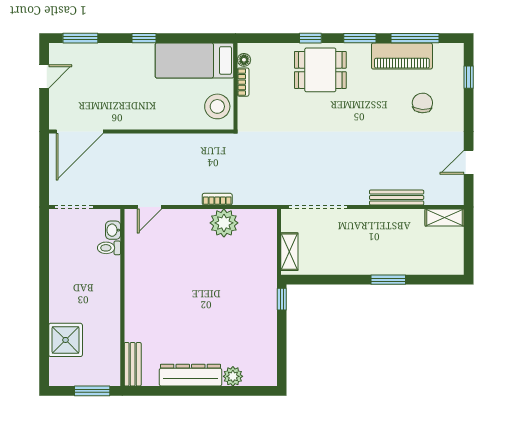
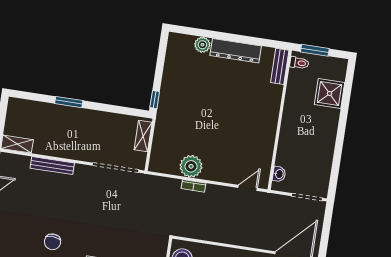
chair: (422, 103) -> (53, 242), moved
toilet: (109, 248) -> (299, 63), moved

